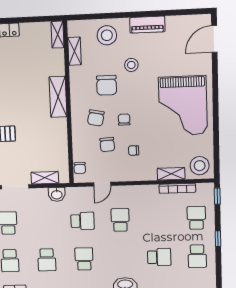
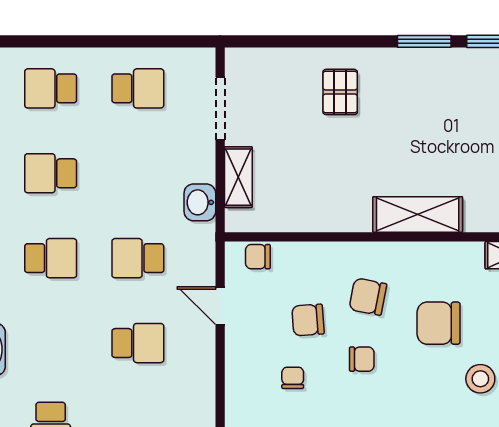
school desk: (83, 221) -> (138, 258), turned 90

